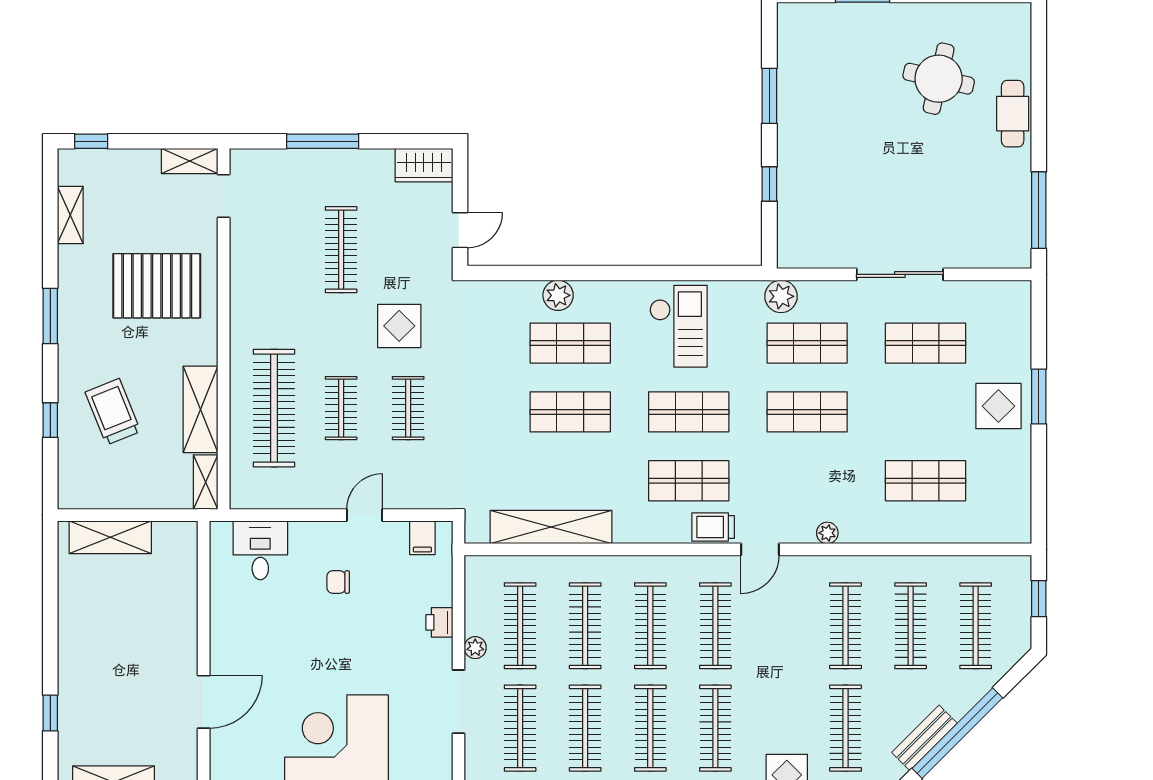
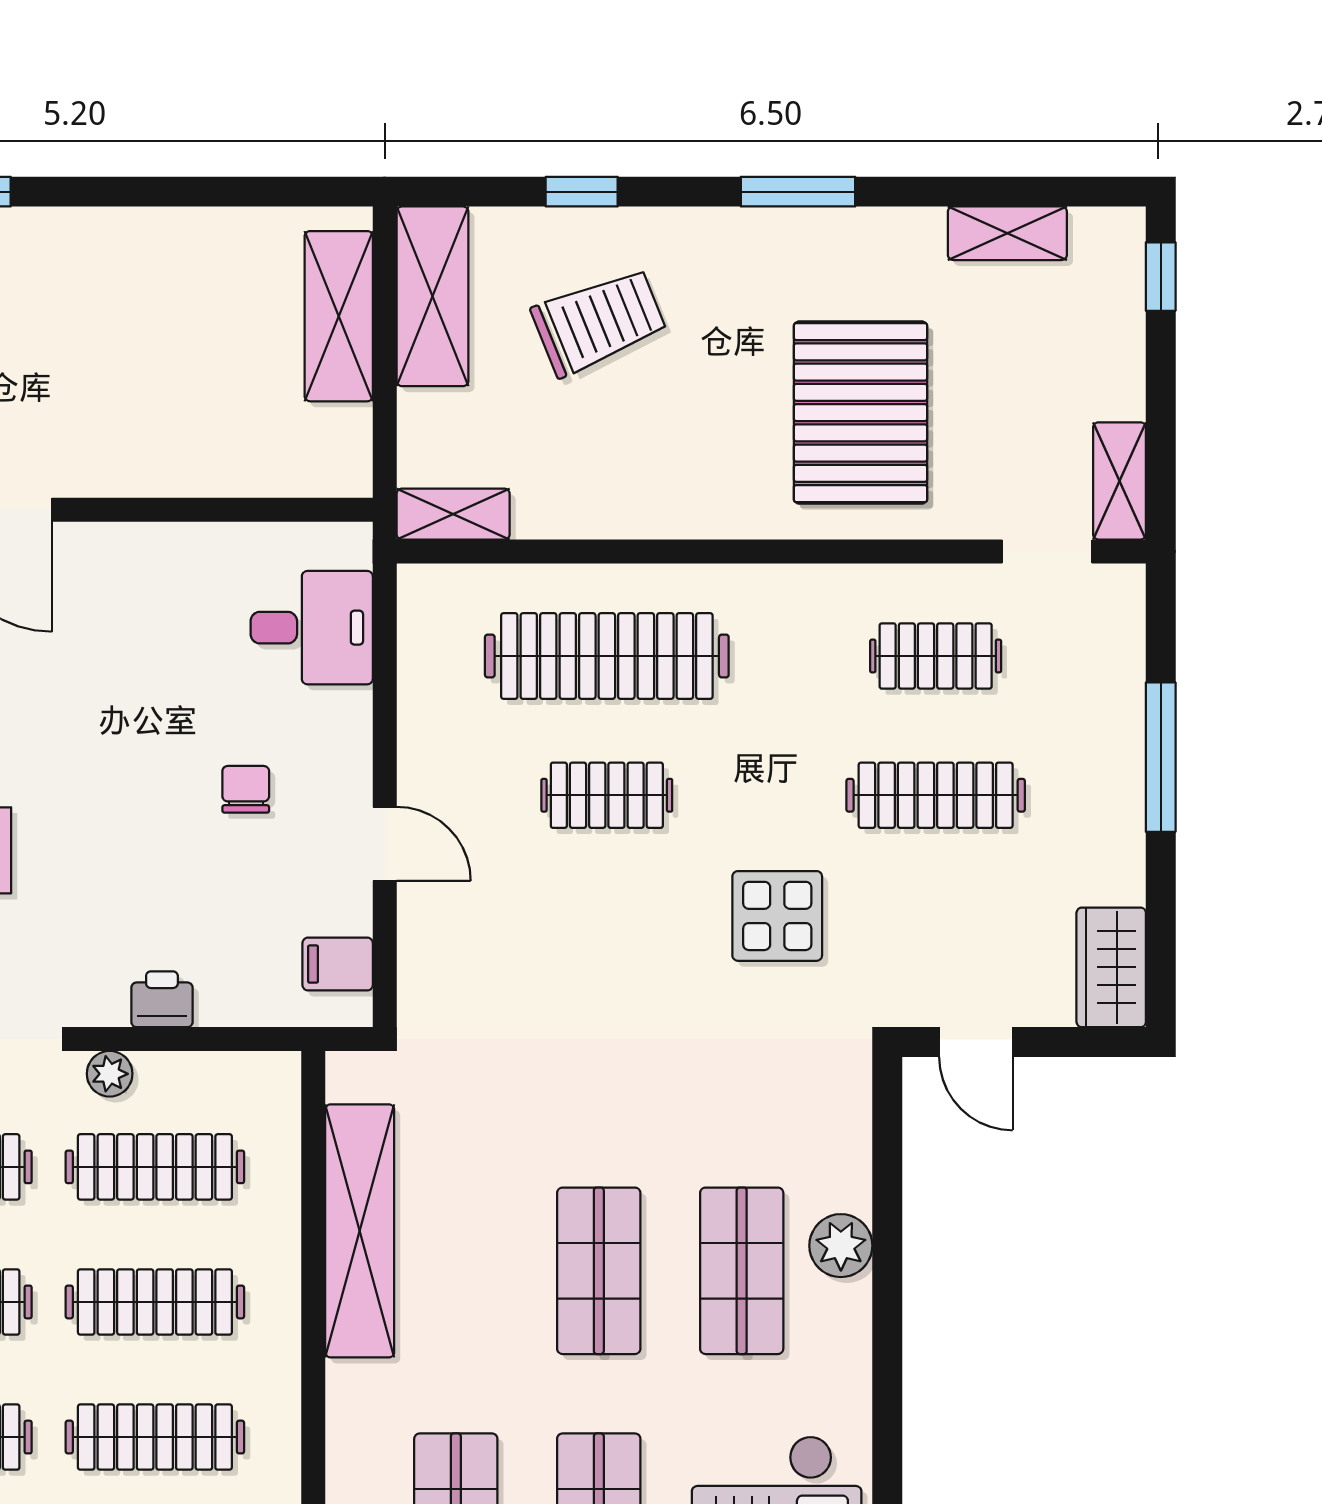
clothes rail: (408, 408) -> (936, 656), moved
shelving: (201, 409) -> (432, 296), moved, turned 90

